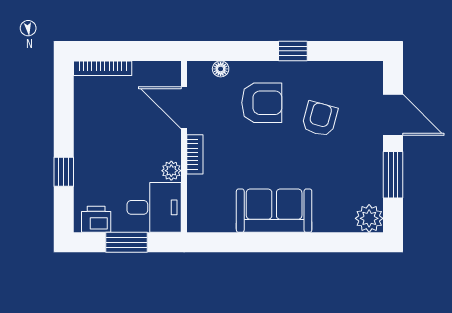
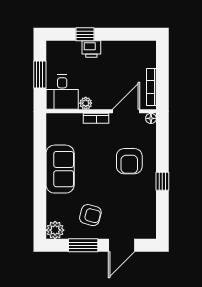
bookcase: (103, 68) -> (151, 87), moved
floor lamp: (221, 69) -> (151, 118), moved
armchair: (320, 119) -> (90, 215), moved
printer: (96, 219) -> (91, 49), moved, turned 90

